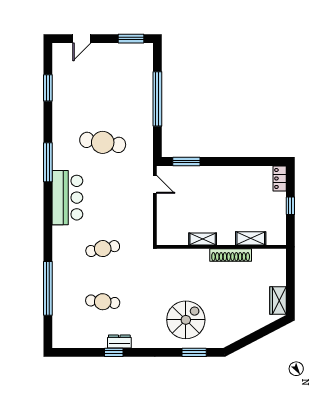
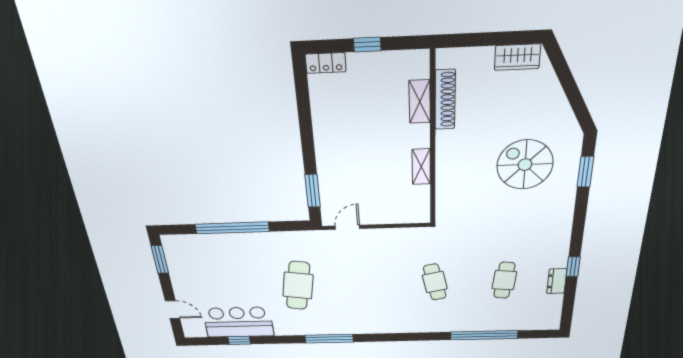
window: (48, 88) -> (239, 340), width x0.67
bar counter: (67, 198) -> (238, 322), moved
shoe rack: (231, 255) -> (445, 100), moved
spiral stairs: (186, 320) -> (525, 165), moved
dresser: (119, 342) -> (557, 281), moved

